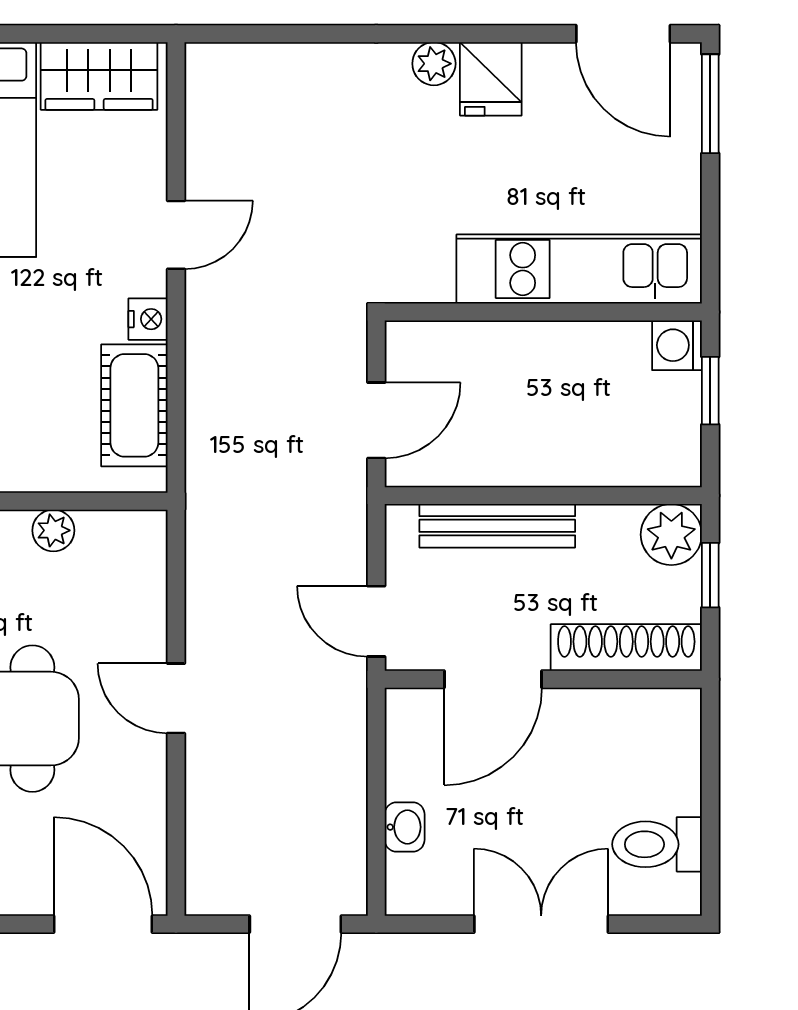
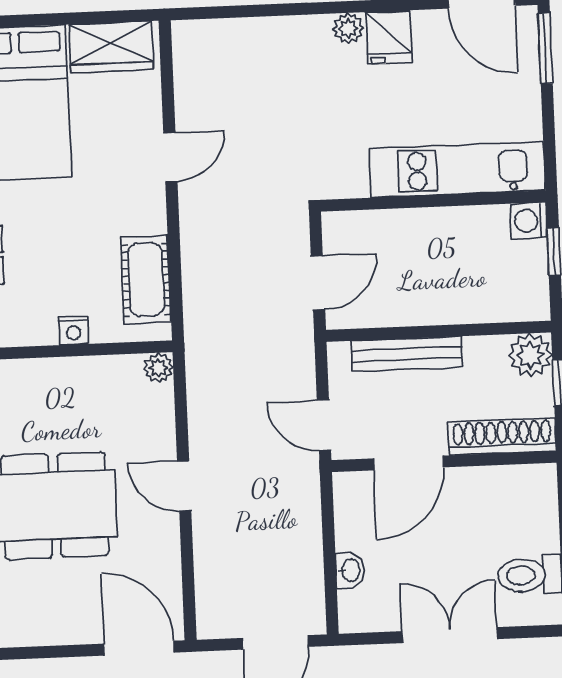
nightstand: (148, 319) -> (74, 331), moved, turned 90
plant: (53, 530) -> (158, 368), moved

